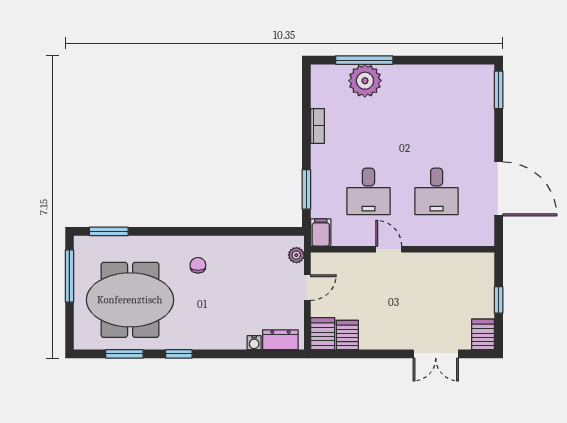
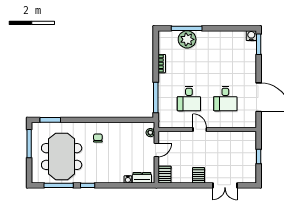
water cooler: (485, 74) -> (251, 36), added
window: (306, 189) -> (156, 97), width x1.44
filing cabinet: (321, 233) -> (163, 121), removed
meeting table: (130, 300) -> (62, 156), turned 90
server rack: (483, 334) -> (250, 175), removed
server rack: (347, 335) -> (199, 175), moved
window: (124, 354) -> (59, 185), width x1.44

